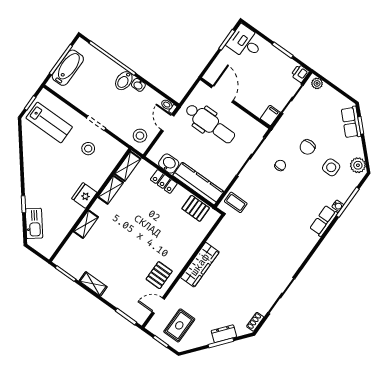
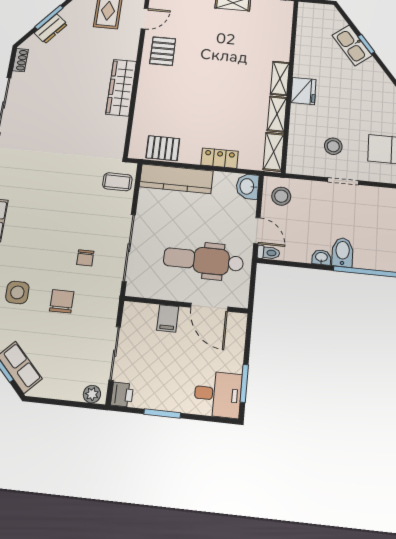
filing cabinet: (270, 116) -> (168, 318), moved
washbasin: (169, 164) -> (247, 186), moved, turned 90
kitchen sink: (34, 223) -> (352, 45), moved
shelving: (86, 224) -> (280, 78), moved

